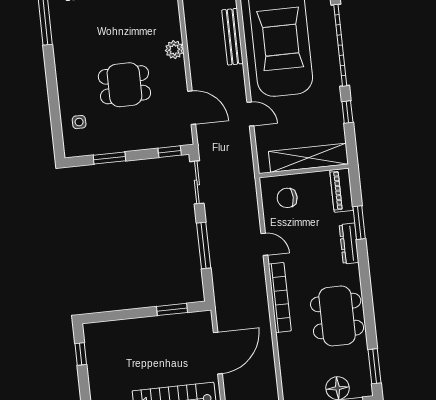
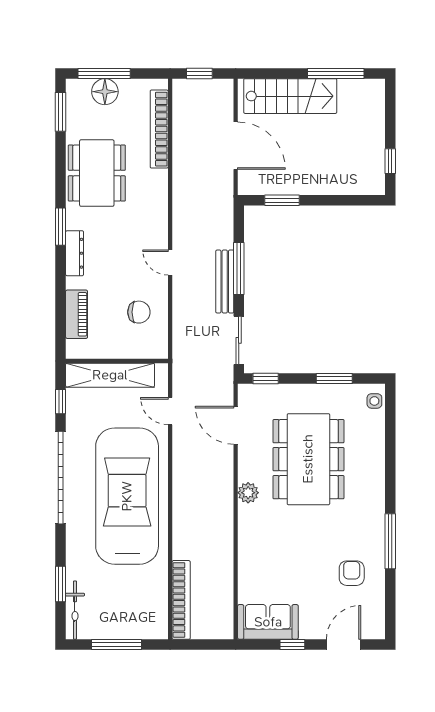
bench: (232, 37) -> (225, 282), moved
dining table: (124, 85) -> (308, 459), width x1.88, depth x1.24
side table: (79, 122) -> (374, 401), moved
shelving: (308, 158) -> (110, 375), moved
wall: (304, 171) -> (117, 361), moved
window: (359, 223) -> (61, 227), moved
bookcase: (280, 298) -> (159, 129), moved
door: (218, 353) -> (236, 146), swing flipped

